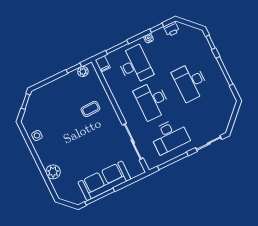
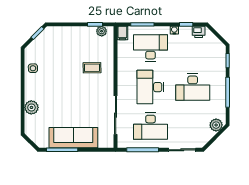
desk: (135, 65) -> (150, 48), turned -90
desk: (190, 82) -> (193, 87), turned -90
plant: (229, 106) -> (216, 125), added

